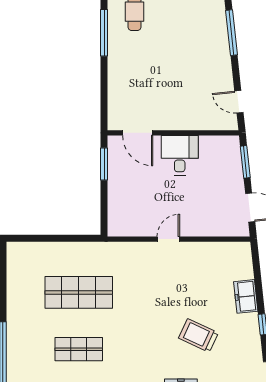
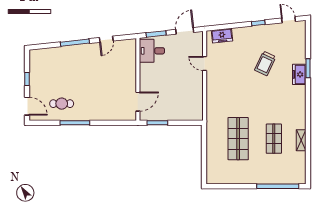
door: (239, 102) -> (106, 39), moved
desk: (180, 155) -> (152, 51), moved
door: (168, 239) -> (205, 64), moved
freezer: (246, 296) -> (222, 36), moved

